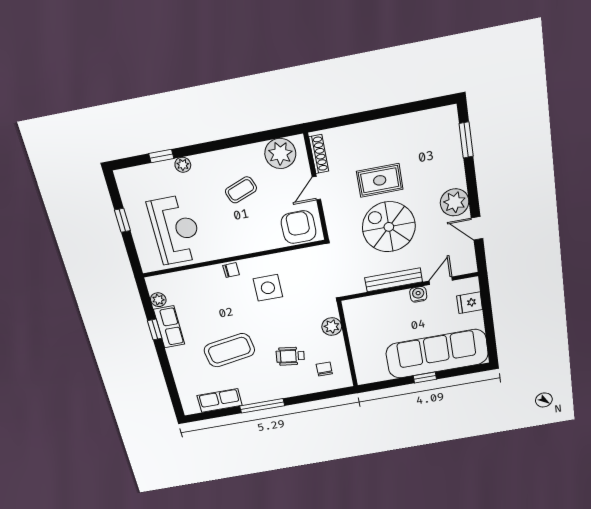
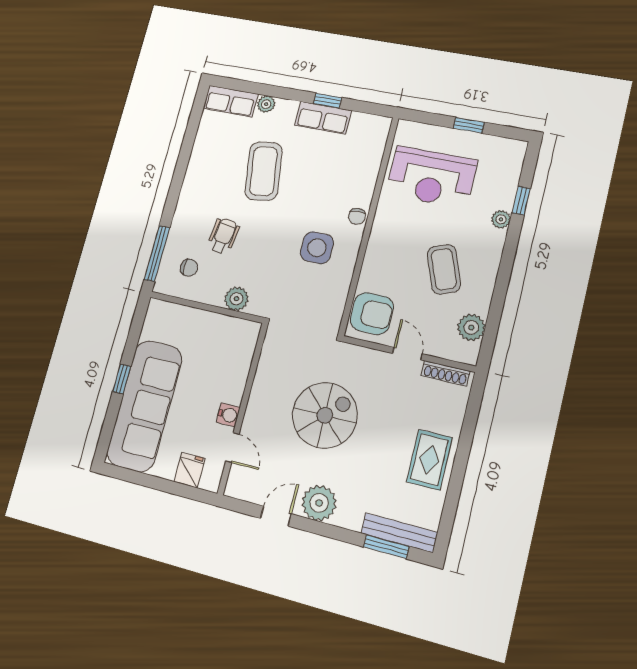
plant: (280, 154) -> (471, 327), width x0.73, depth x0.73
rug: (380, 180) -> (429, 460), moved
coffee table: (241, 190) -> (444, 269), width x1.36, depth x1.30
bench: (394, 280) -> (399, 533), moved, turned 90
plant: (158, 300) -> (266, 104), moved
row of seats: (220, 400) -> (231, 101), moved, turned 90
window: (262, 406) -> (157, 253), moved

